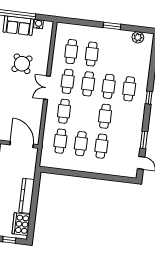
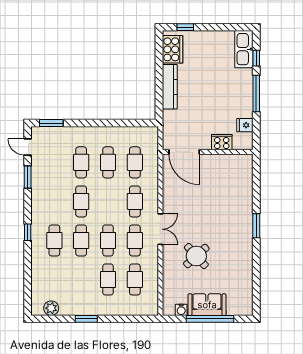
window: (121, 179) -> (51, 123), added

